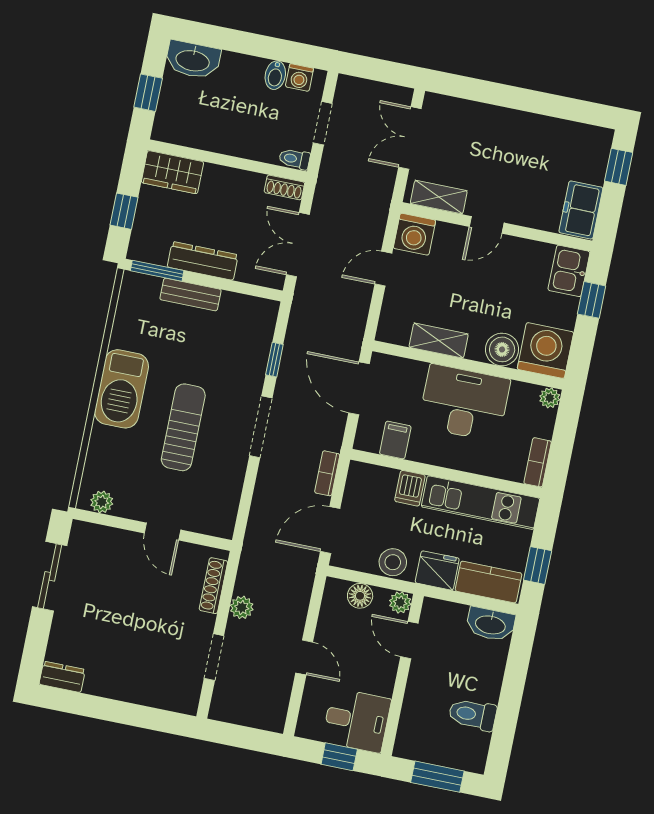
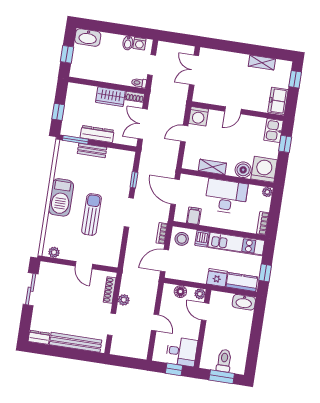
wardrobe: (172, 172) -> (110, 97), moved
shelving: (439, 197) -> (262, 63), moved
stool: (393, 562) -> (182, 239), moved
bench: (138, 691) -> (76, 342), added
toilet: (473, 714) -> (224, 361), moved, turned 90

